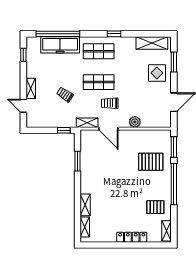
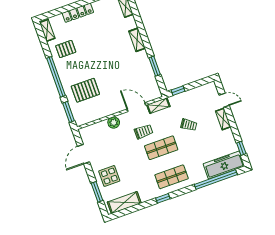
freezer: (60, 45) -> (224, 165), moved
shelving: (85, 205) -> (137, 40), moved

